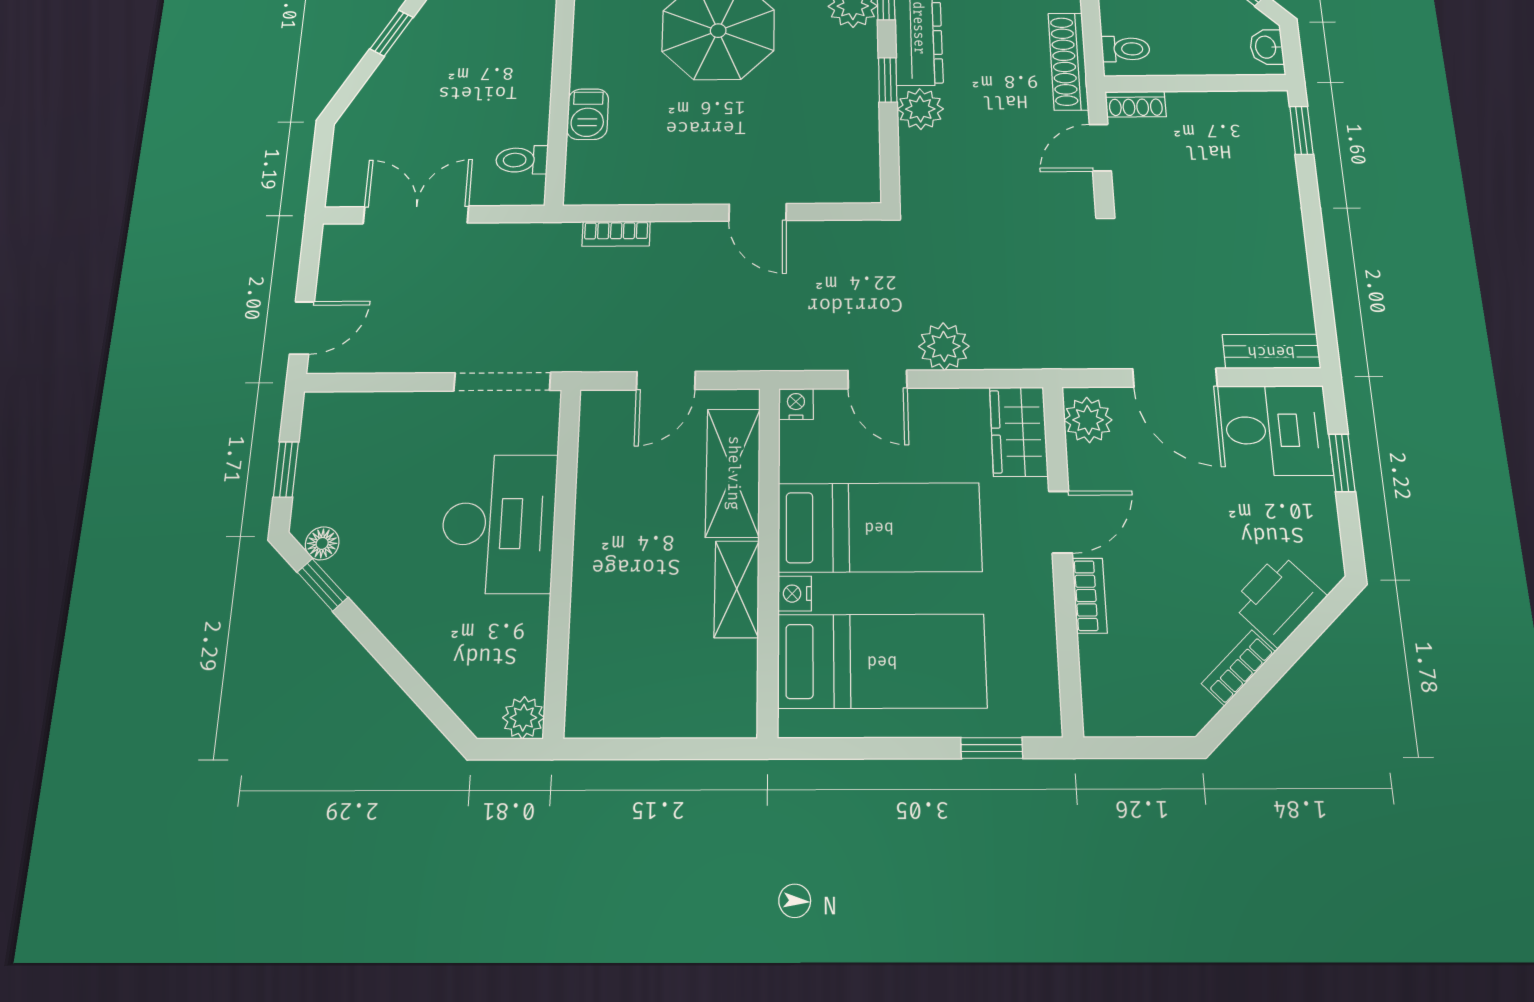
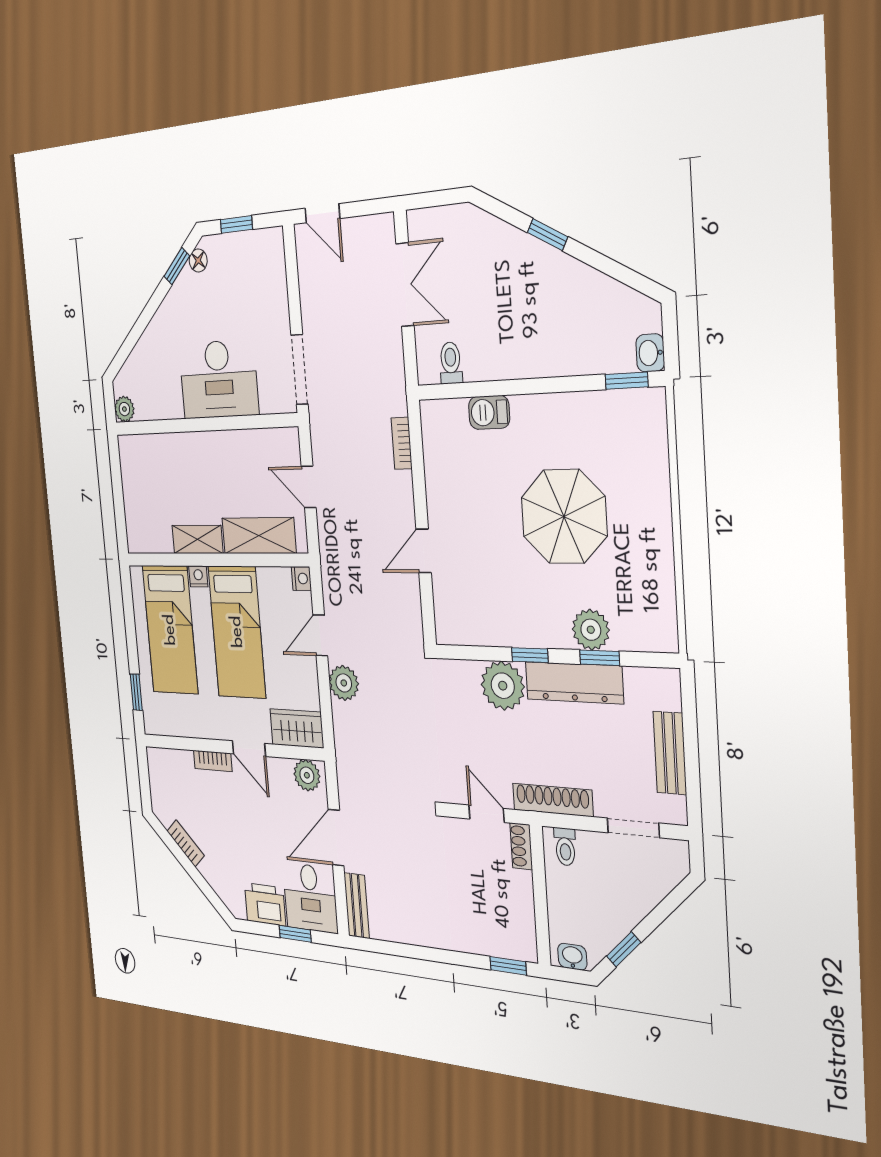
plant: (920, 109) -> (503, 686), width x1.36, depth x1.36
printer: (1279, 600) -> (265, 904), moved, turned -46

